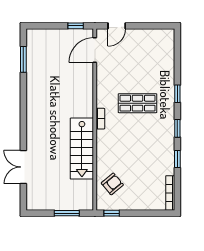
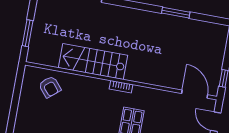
window: (23, 59) -> (176, 13), moved
window: (112, 213) -> (19, 81), removed

